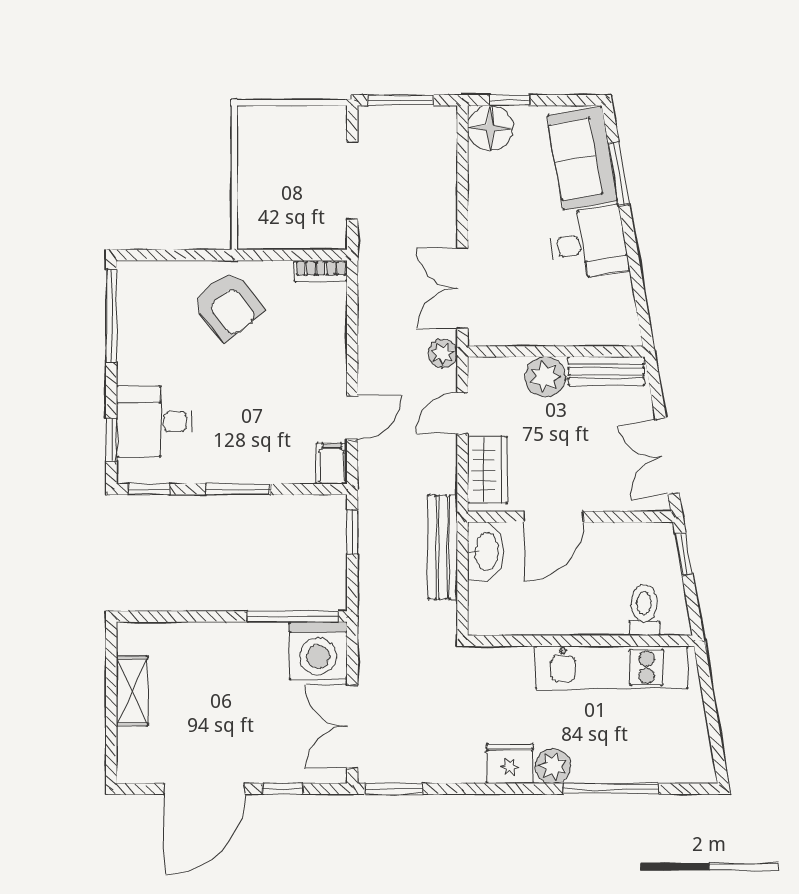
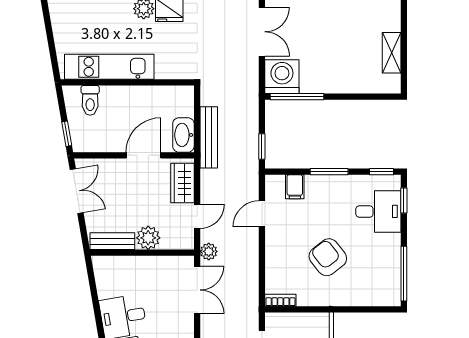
armchair: (228, 306) -> (328, 257), moved
filing cabinet: (332, 463) -> (295, 187), moved

